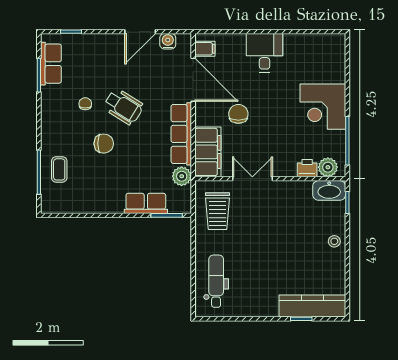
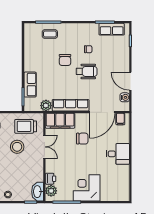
wheelchair: (123, 107) -> (87, 71), turned -122
stool: (252, 226) -> (17, 147), added

